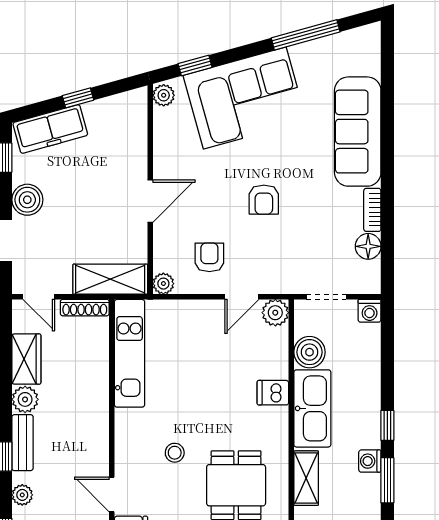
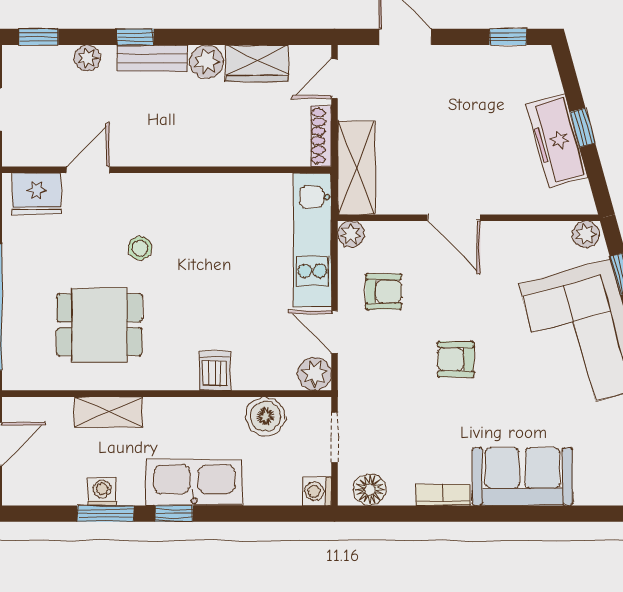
freezer: (50, 129) -> (557, 141), moved
sofa: (358, 132) -> (522, 477), width x0.73
boiler: (27, 200) -> (455, 64), removed
floor lamp: (368, 246) -> (370, 490), moved
kitchen unit: (130, 353) -> (312, 240), moved, turned 90
kitchen sink: (312, 408) -> (194, 482), moved, turned 180
washing machine: (370, 461) -> (102, 492), moved

